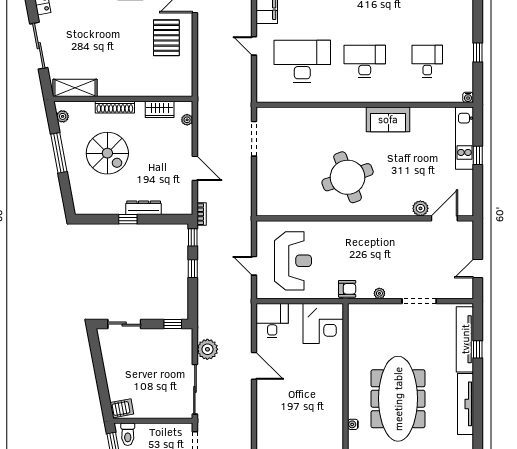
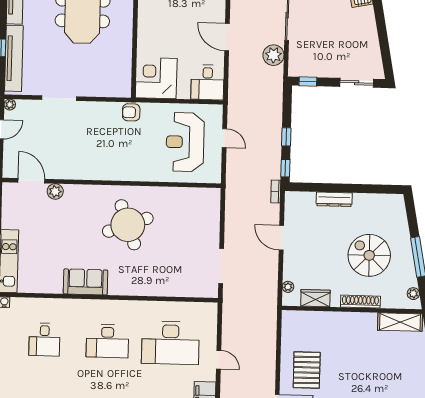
door: (444, 218) -> (31, 181), swing flipped
window: (128, 219) -> (350, 188), removed
plant: (379, 293) -> (10, 105), moved

